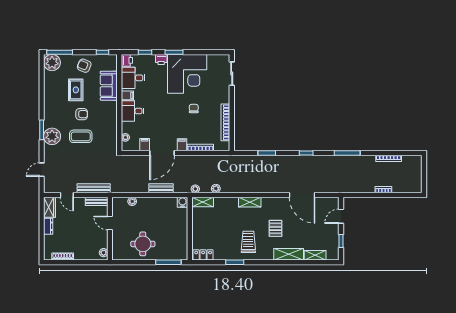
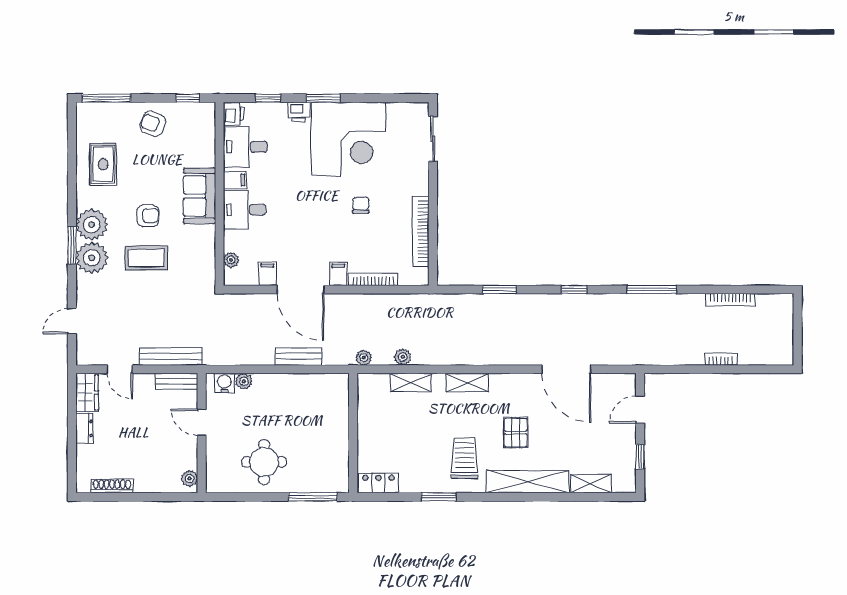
plant: (52, 63) -> (92, 225), moved
sofa: (109, 86) -> (199, 196), moved
rug: (76, 90) -> (103, 164), moved
door: (162, 153) -> (301, 290), hinge flipped
water cooler: (182, 202) -> (224, 383), moved
shelving: (203, 202) -> (411, 382), moved
shelving: (289, 254) -> (528, 482), width x1.47

